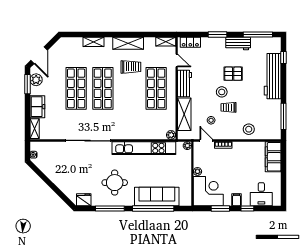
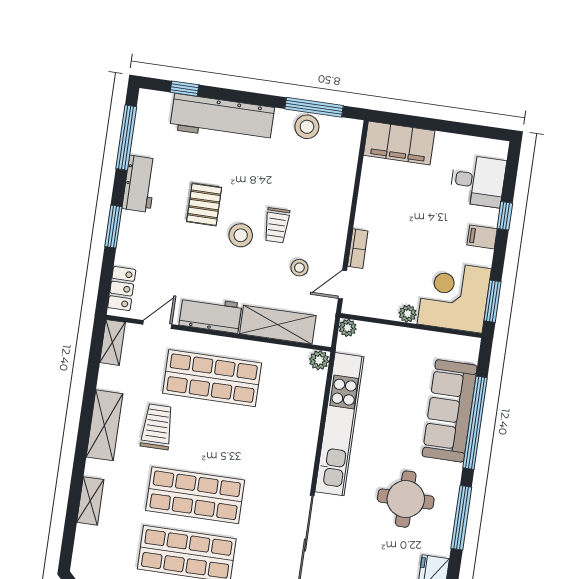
stool: (249, 129) -> (307, 127), moved
window: (220, 209) -> (492, 301), moved

